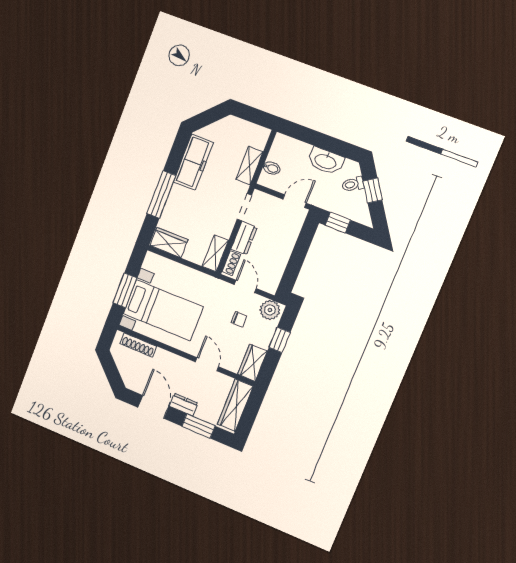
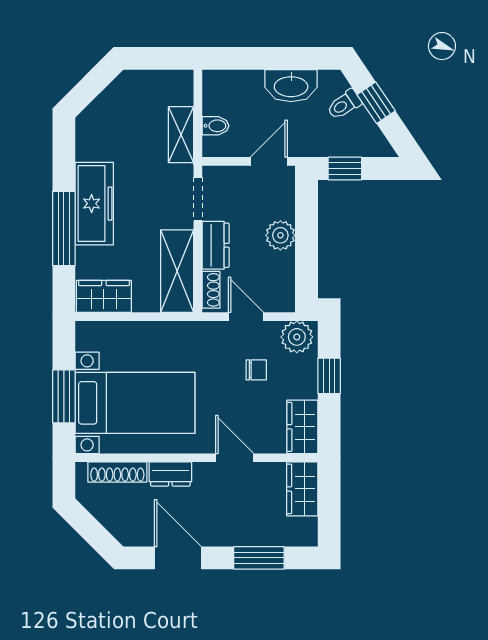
freezer: (193, 162) -> (94, 204), moved
plant: (284, 247) -> (280, 235), added
shelving: (215, 253) -> (177, 271), width x1.50, depth x1.33
dresser: (184, 405) -> (170, 474), moved, turned 180
wardrobe: (235, 405) -> (302, 489), width x0.67

